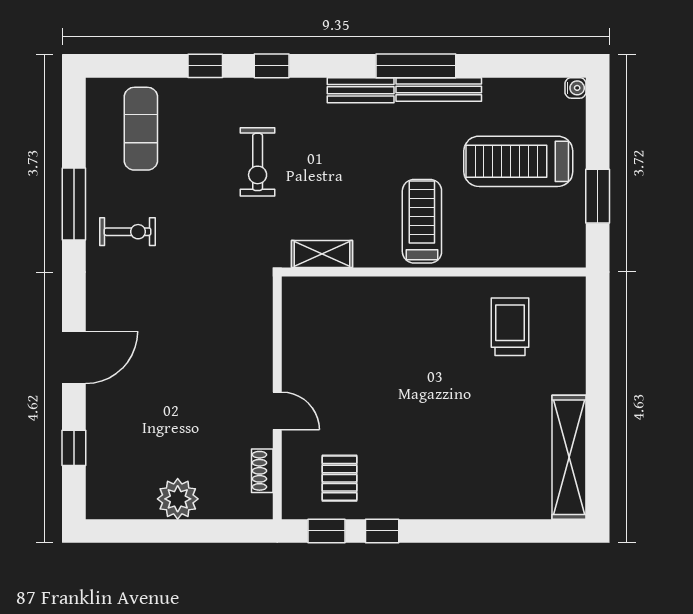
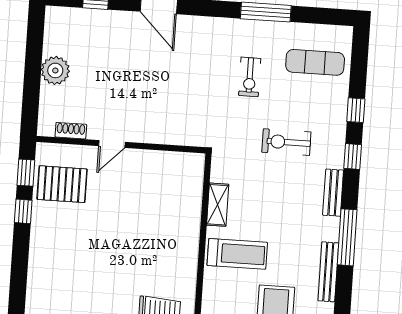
window: (416, 66) -> (347, 237), moved
bench: (361, 90) -> (333, 193), moved
exercise bike: (128, 232) -> (250, 77), moved
shelving: (322, 254) -> (218, 205), moved
pallet: (340, 478) -> (62, 184), width x1.50, depth x1.42

